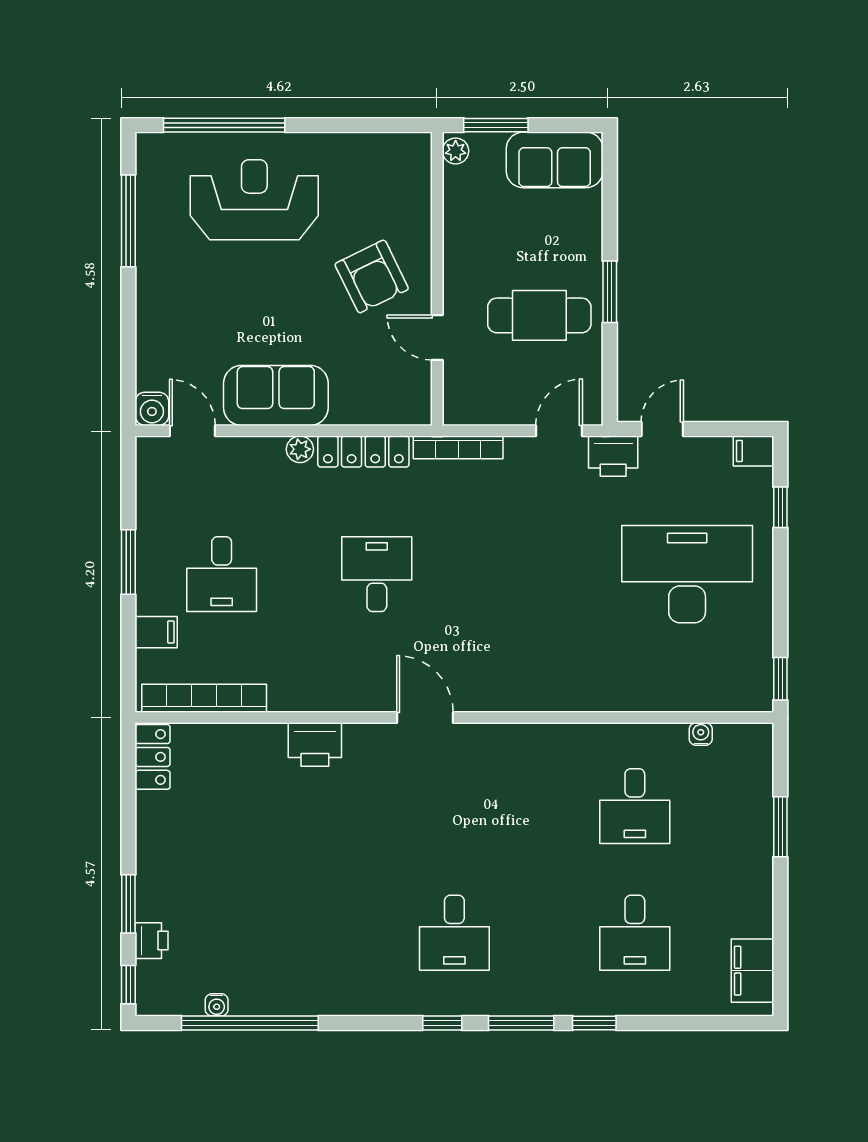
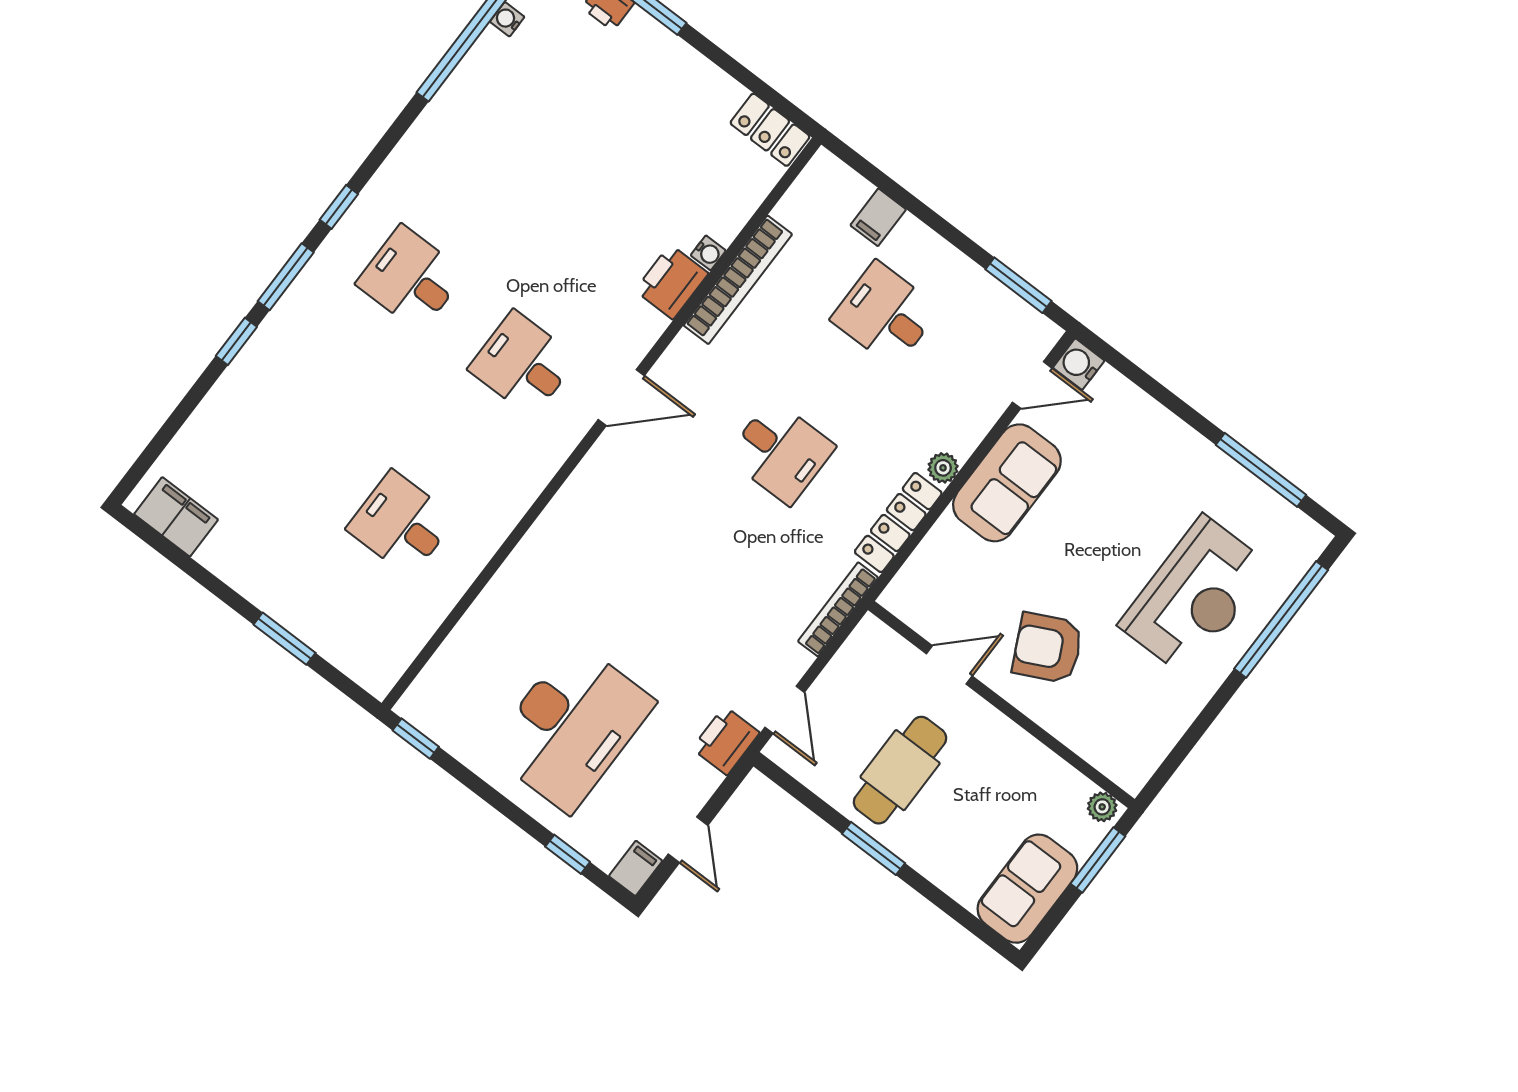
door: (662, 429) -> (688, 840), moved
window: (128, 562) -> (1018, 285), moved
bookcase: (204, 698) -> (738, 280), moved
water cooler: (701, 734) -> (708, 253), moved
desk: (635, 933) -> (523, 364), moved

